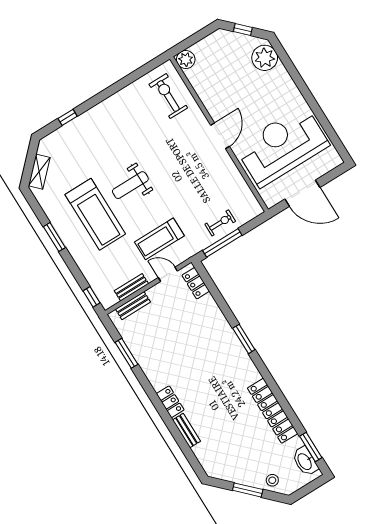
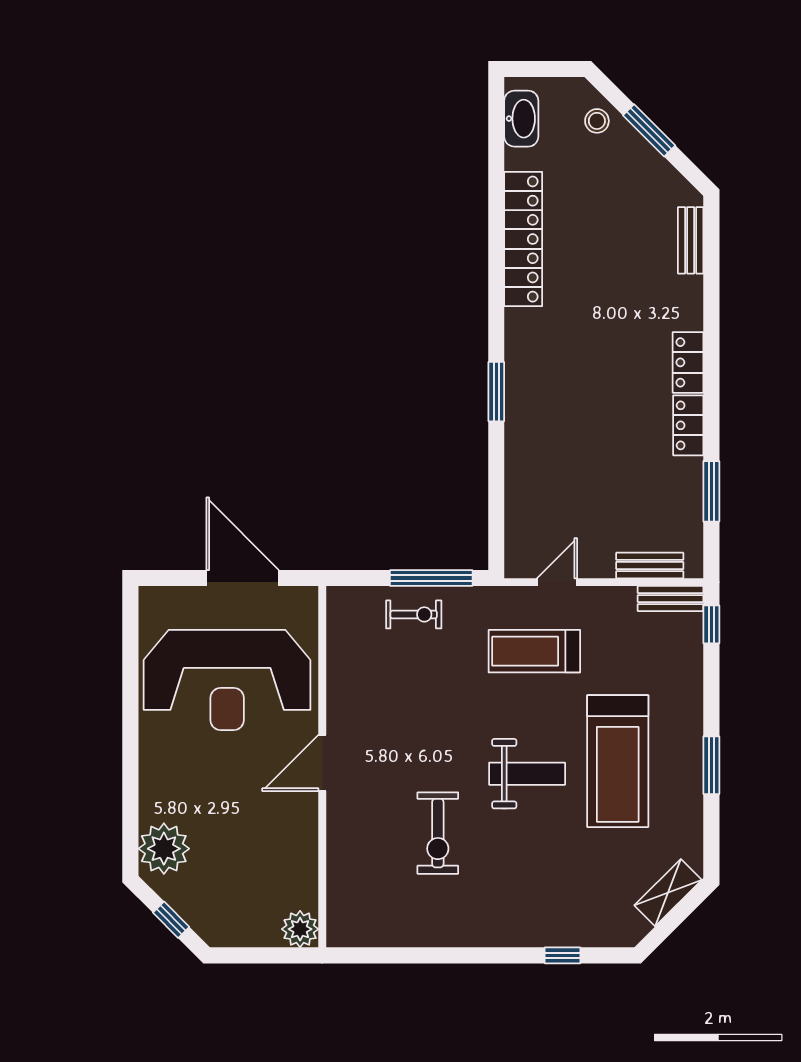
exercise bike: (168, 96) -> (438, 833), moved
treadmill: (95, 214) -> (618, 761), turned 180
exercise bike: (220, 223) -> (414, 614), turned 180
treadmill: (159, 239) -> (534, 651), turned 180
door: (168, 274) -> (557, 582), swing flipped
locker: (196, 283) -> (688, 425), moved, turned 180
bench: (131, 287) -> (671, 599), moved
bench: (186, 431) -> (691, 240), moved
window: (311, 447) -> (496, 137), removed

